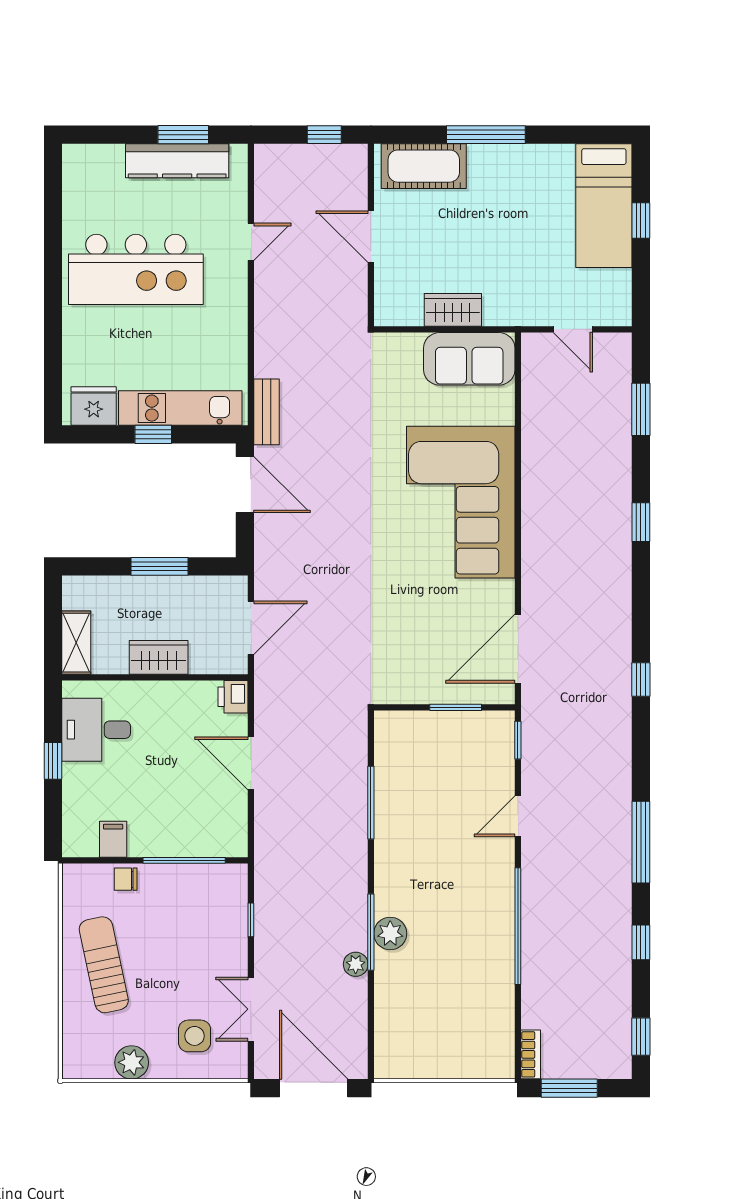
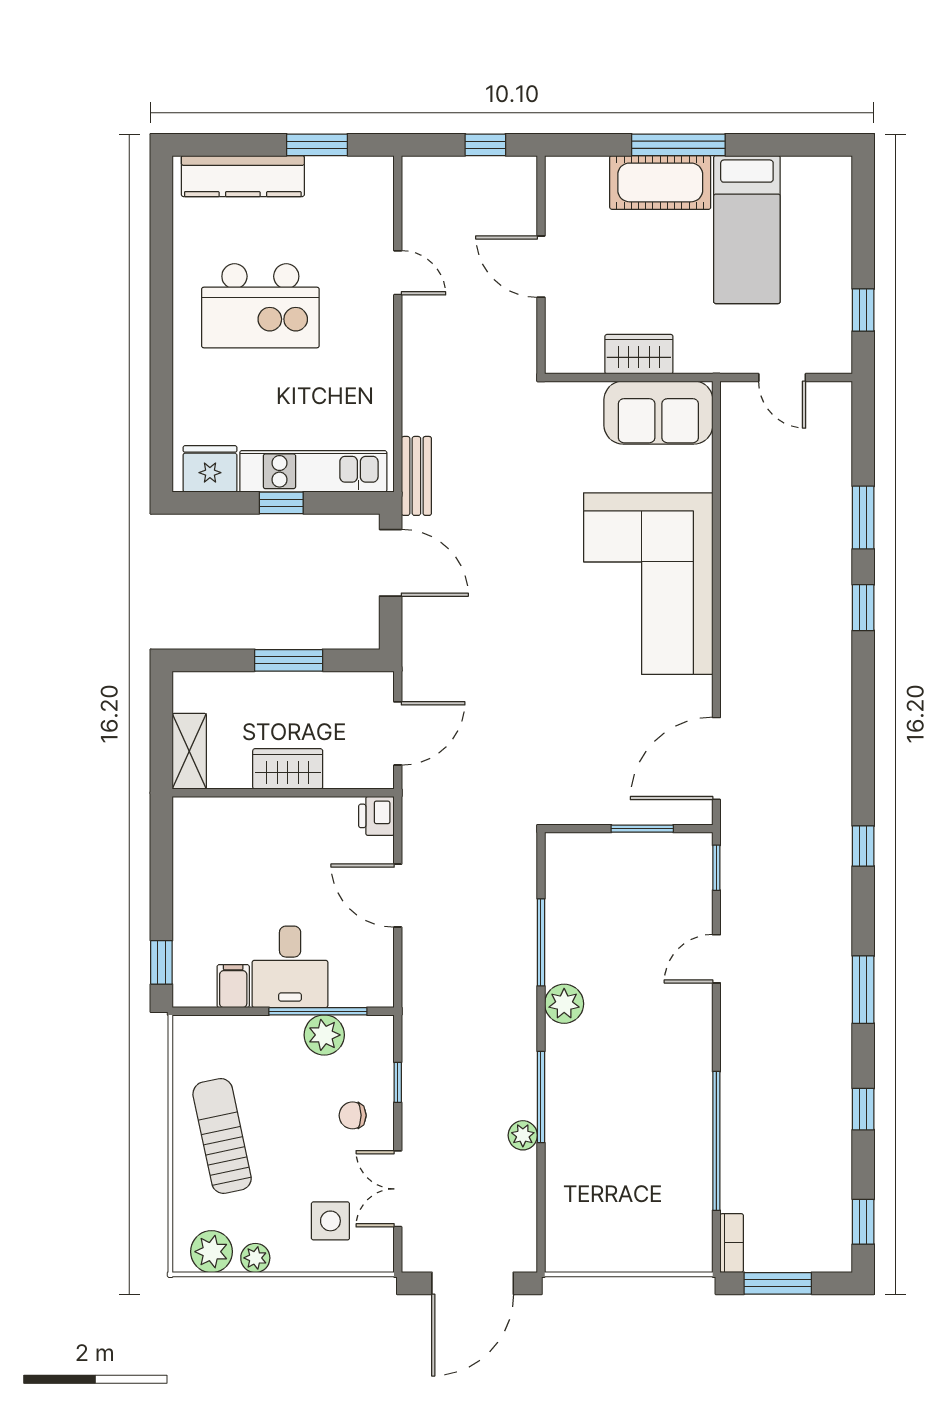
kitchen counter: (177, 161) -> (243, 176), moved
cot: (424, 166) -> (660, 182), moved
bed: (604, 206) -> (747, 230), moved
window: (641, 220) -> (863, 310), moved
door: (251, 242) -> (398, 273), hinge flipped
kitchen island: (136, 269) -> (260, 306), width x0.73
window: (641, 409) -> (863, 518), moved
window: (641, 680) -> (863, 846), moved
desk: (96, 730) -> (290, 967), moved, turned -90
window: (53, 761) -> (161, 962), moved
window: (641, 842) -> (863, 990), width x0.69
chair: (126, 879) -> (353, 1115), moved
plant: (189, 880) -> (324, 1035), added
window: (518, 926) -> (716, 1141), moved
plant: (390, 933) -> (564, 1004), moved
plant: (95, 1062) -> (211, 1252), added
plant: (132, 1062) -> (255, 1258), width x0.73, depth x0.73
door: (314, 1088) -> (473, 1283), swing flipped

